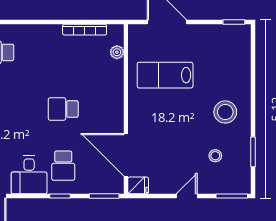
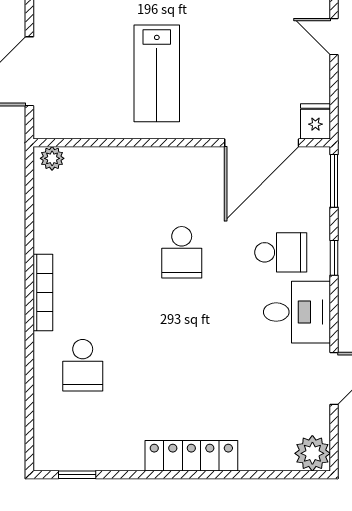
bookcase: (85, 30) -> (43, 292), moved
plant: (117, 52) -> (52, 158), moved
lab bench: (165, 75) -> (157, 73), moved

